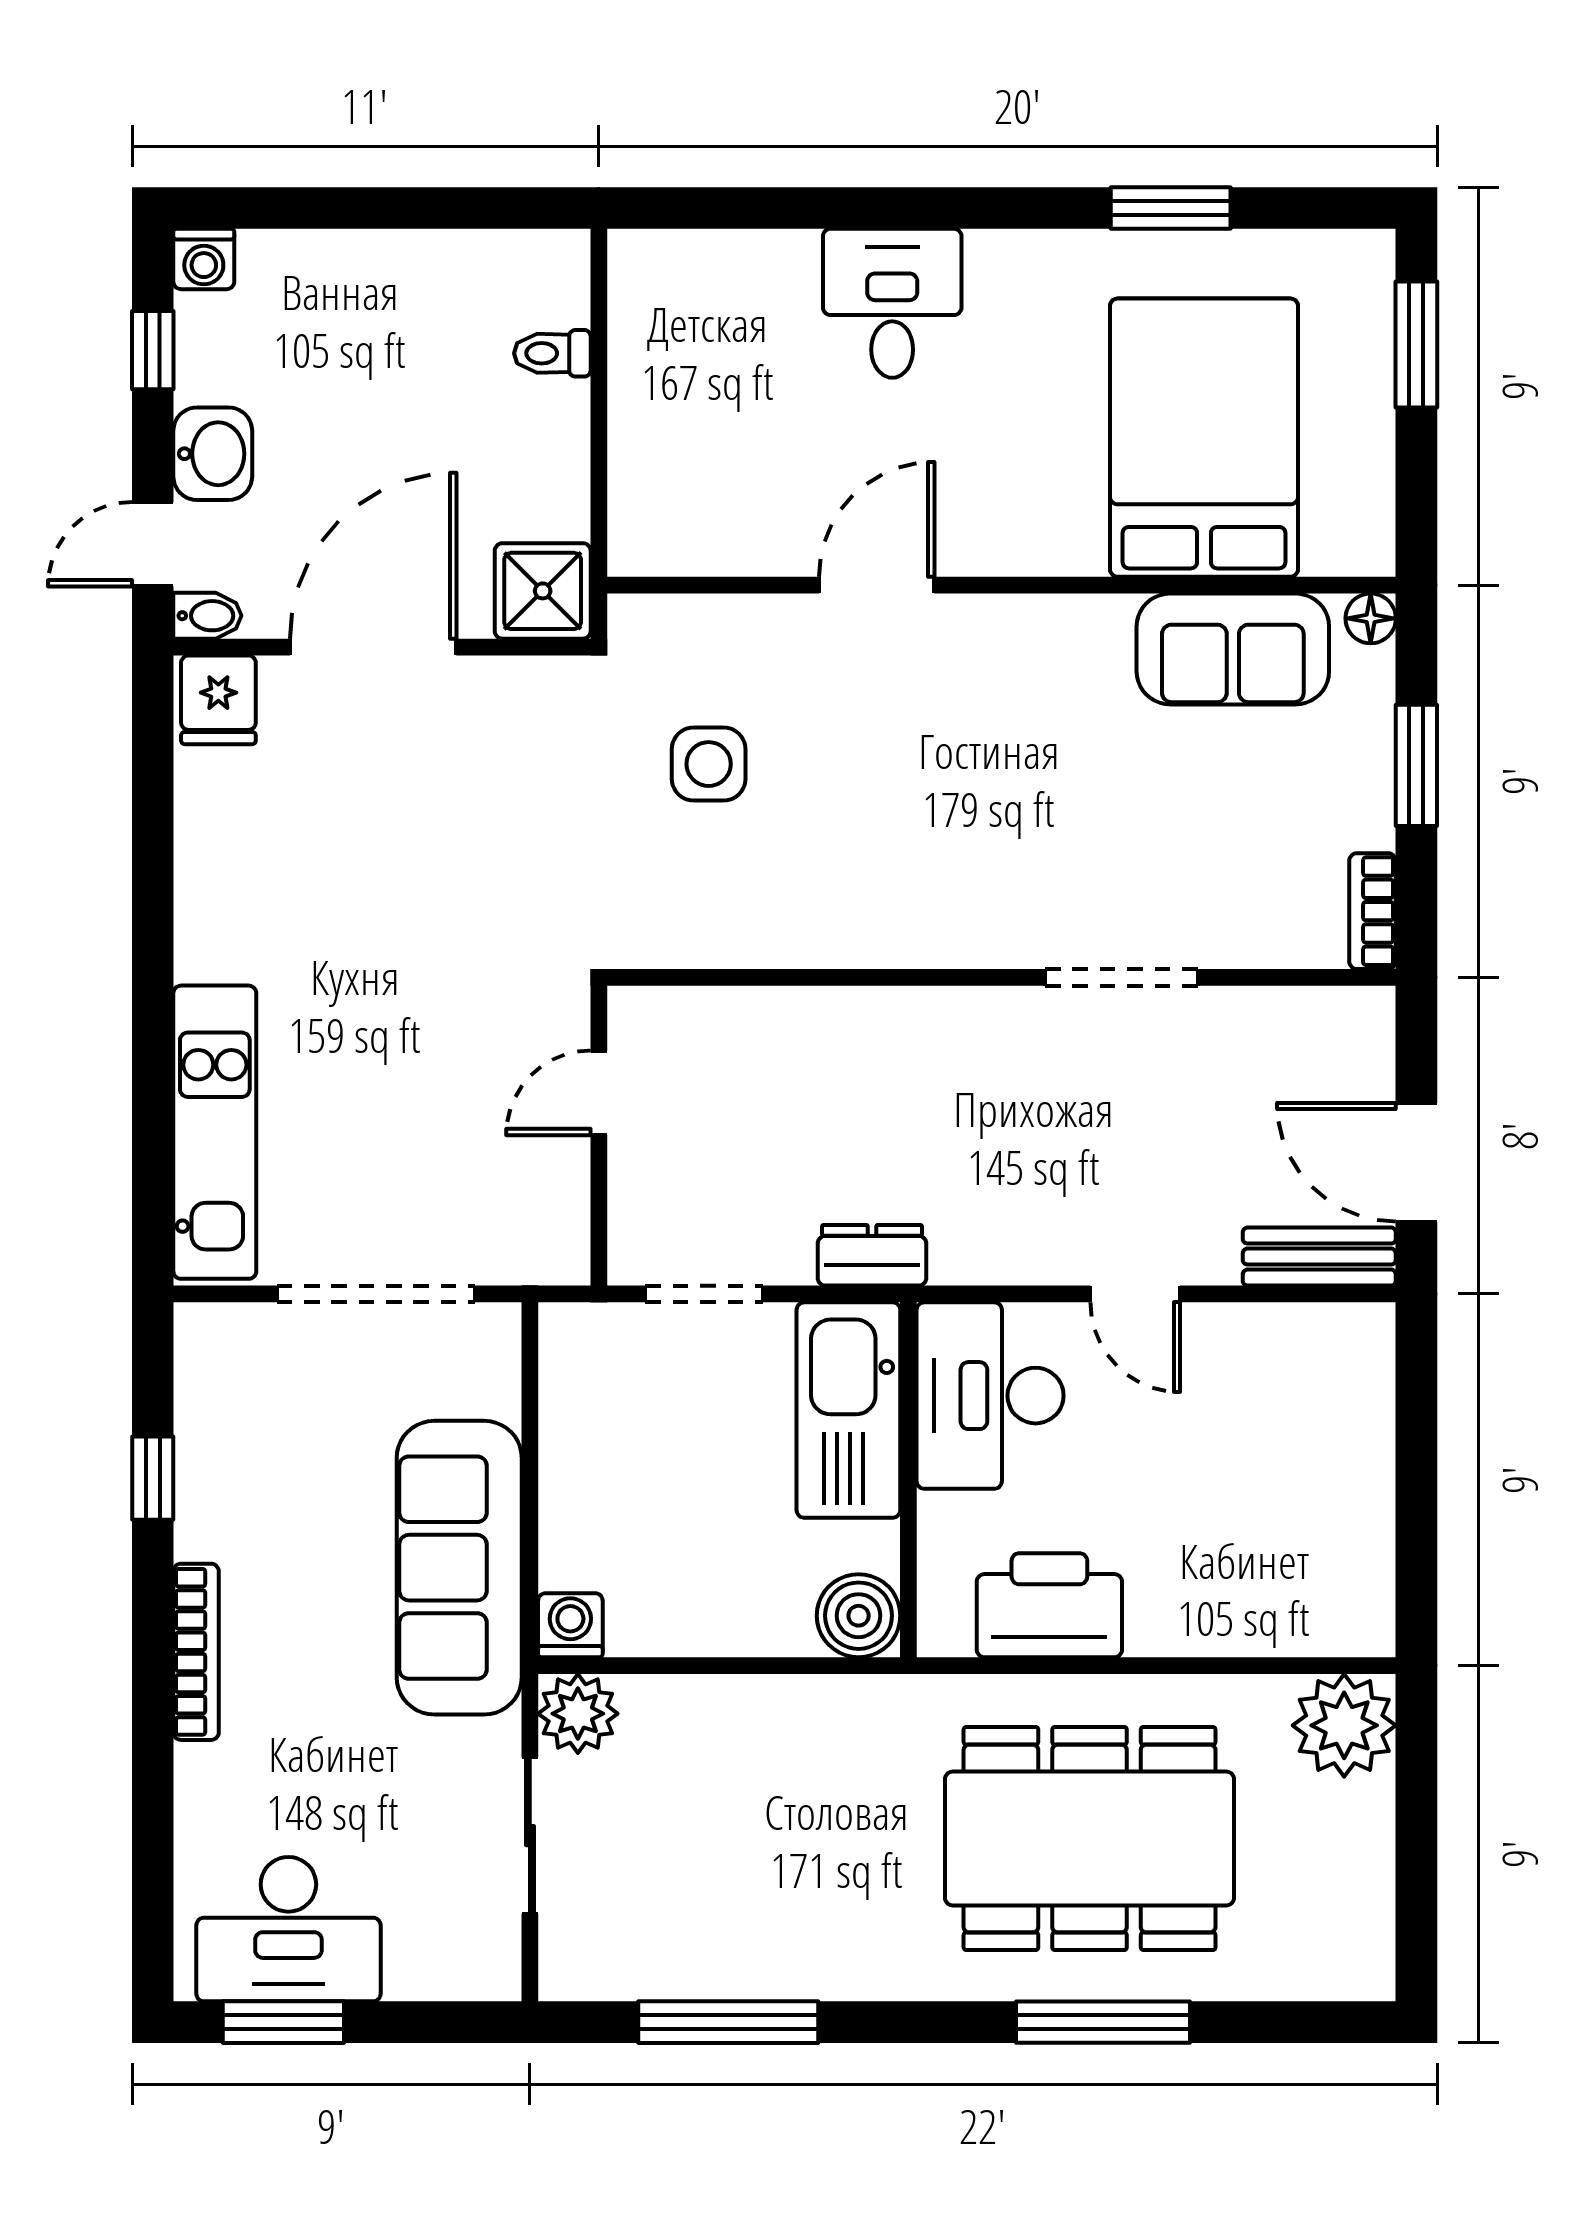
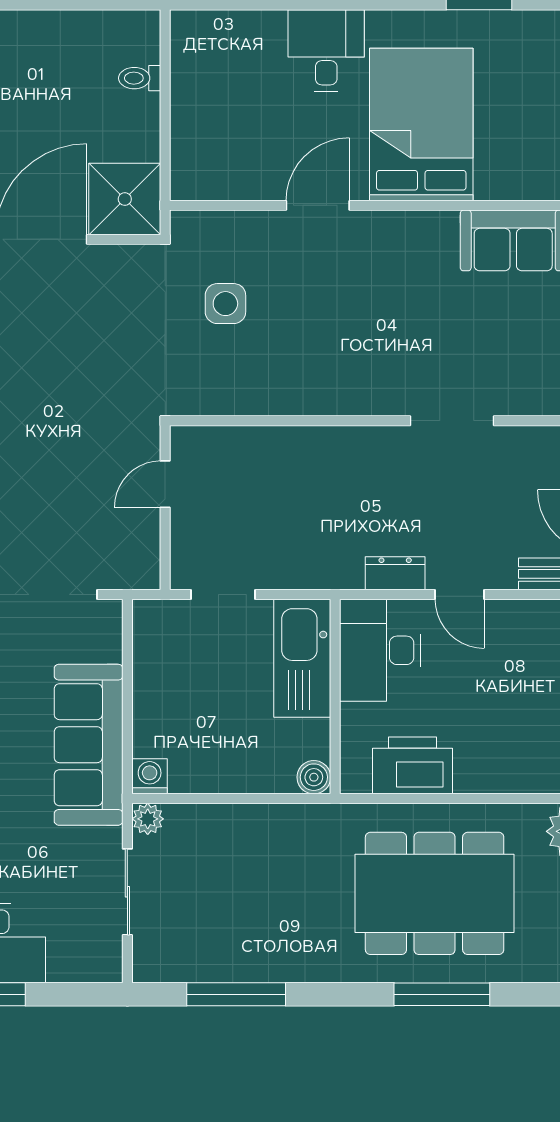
bed: (1204, 438) -> (421, 124), moved
shower: (543, 591) -> (125, 199), width x1.36, depth x1.36
dresser: (872, 1255) -> (395, 573), moved
boiler: (859, 1616) -> (314, 777), width x0.73, depth x0.73
plant: (578, 1714) -> (148, 819), width x0.73, depth x0.73

